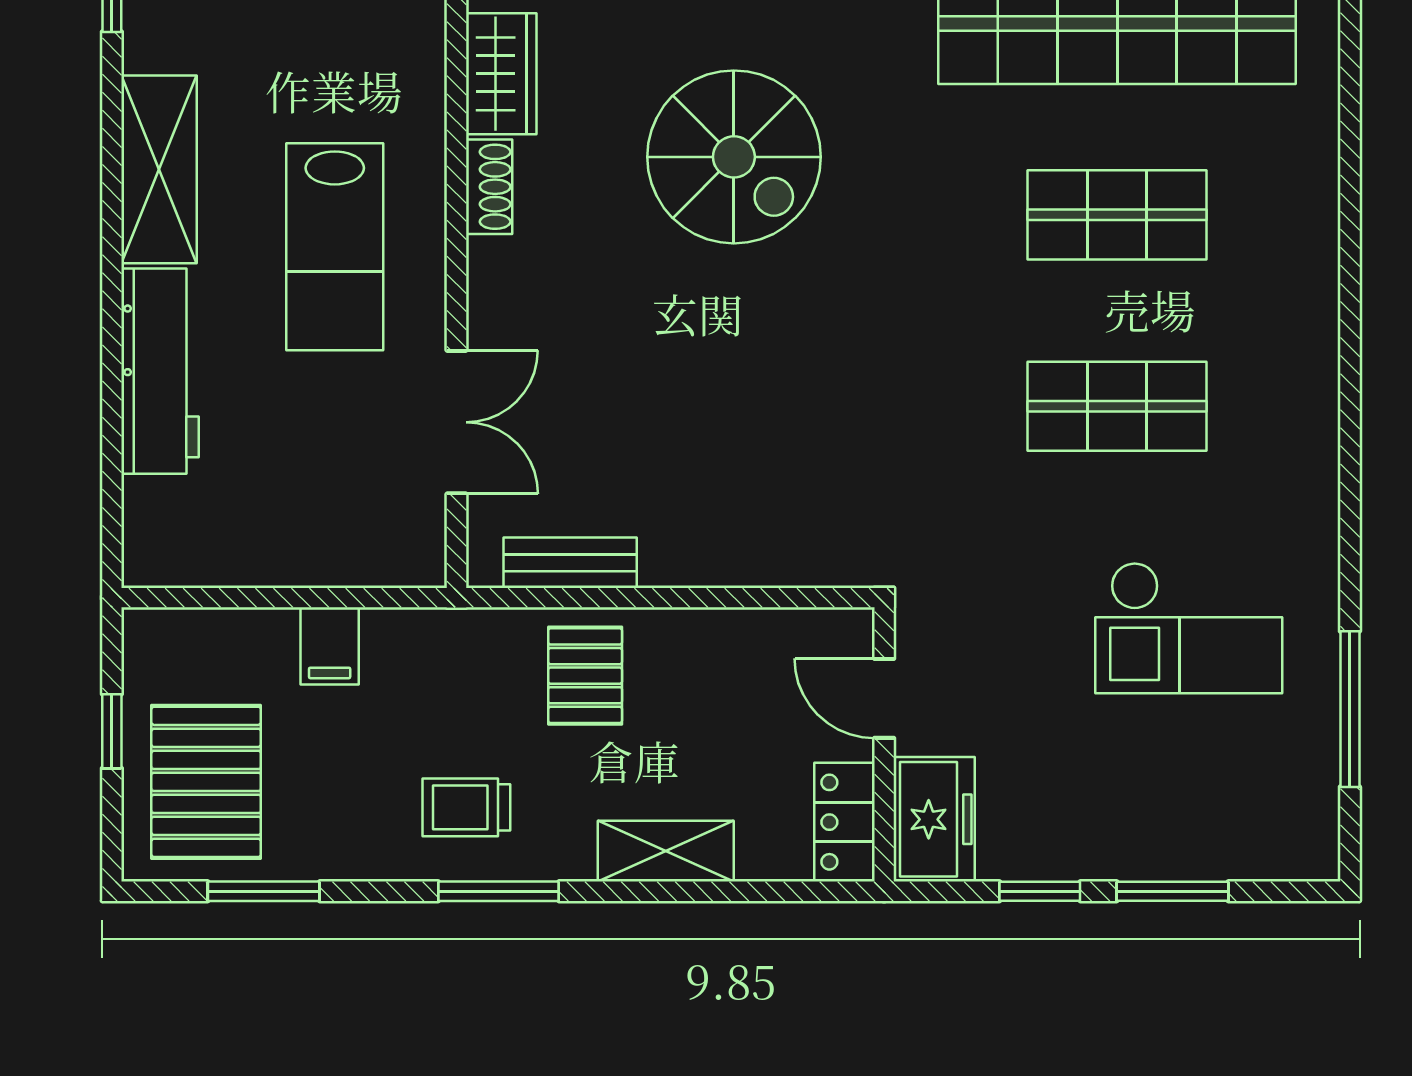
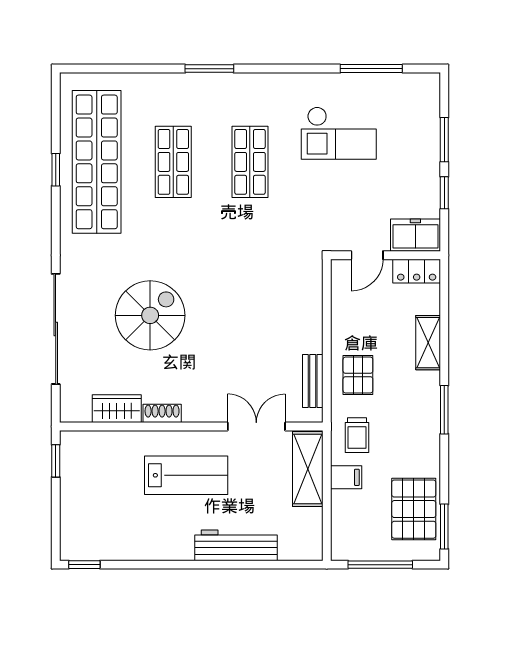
shelving: (159, 169) -> (308, 469), moved, turned 90
window: (1350, 305) -> (209, 69), added
checkout: (1189, 628) -> (339, 133), turned 90
pallet: (585, 676) -> (358, 375), turned 90
window: (112, 731) -> (380, 565), width x2.17
pallet: (206, 782) -> (414, 509), moved, turned 90
trolley: (466, 807) -> (357, 435), moved
window: (264, 891) -> (444, 527), moved

